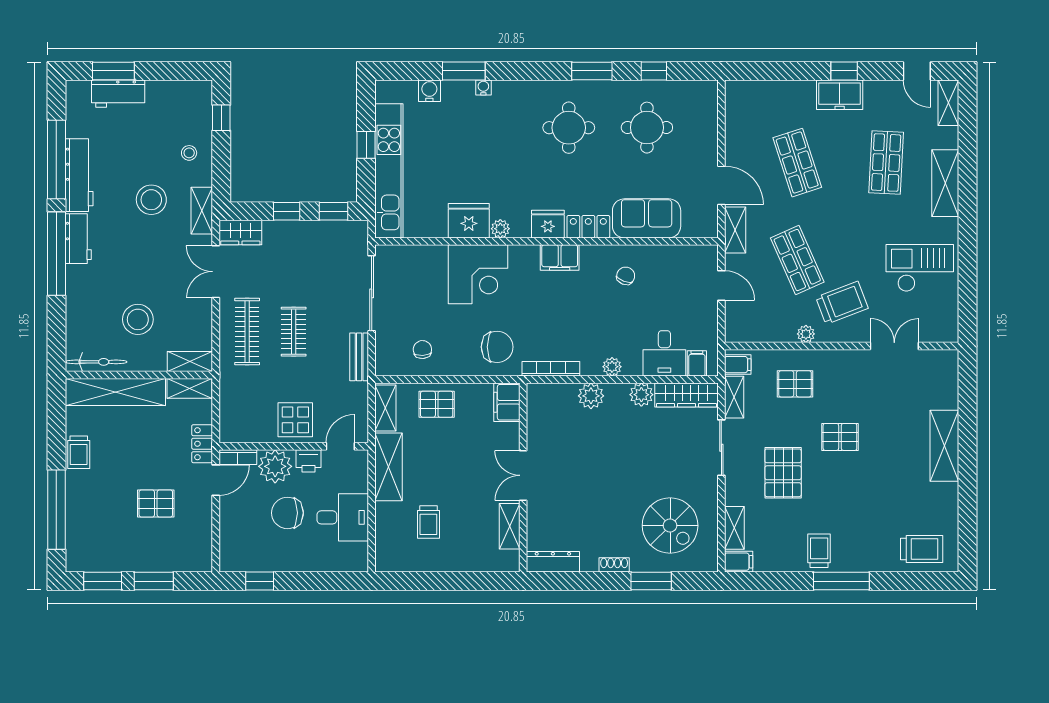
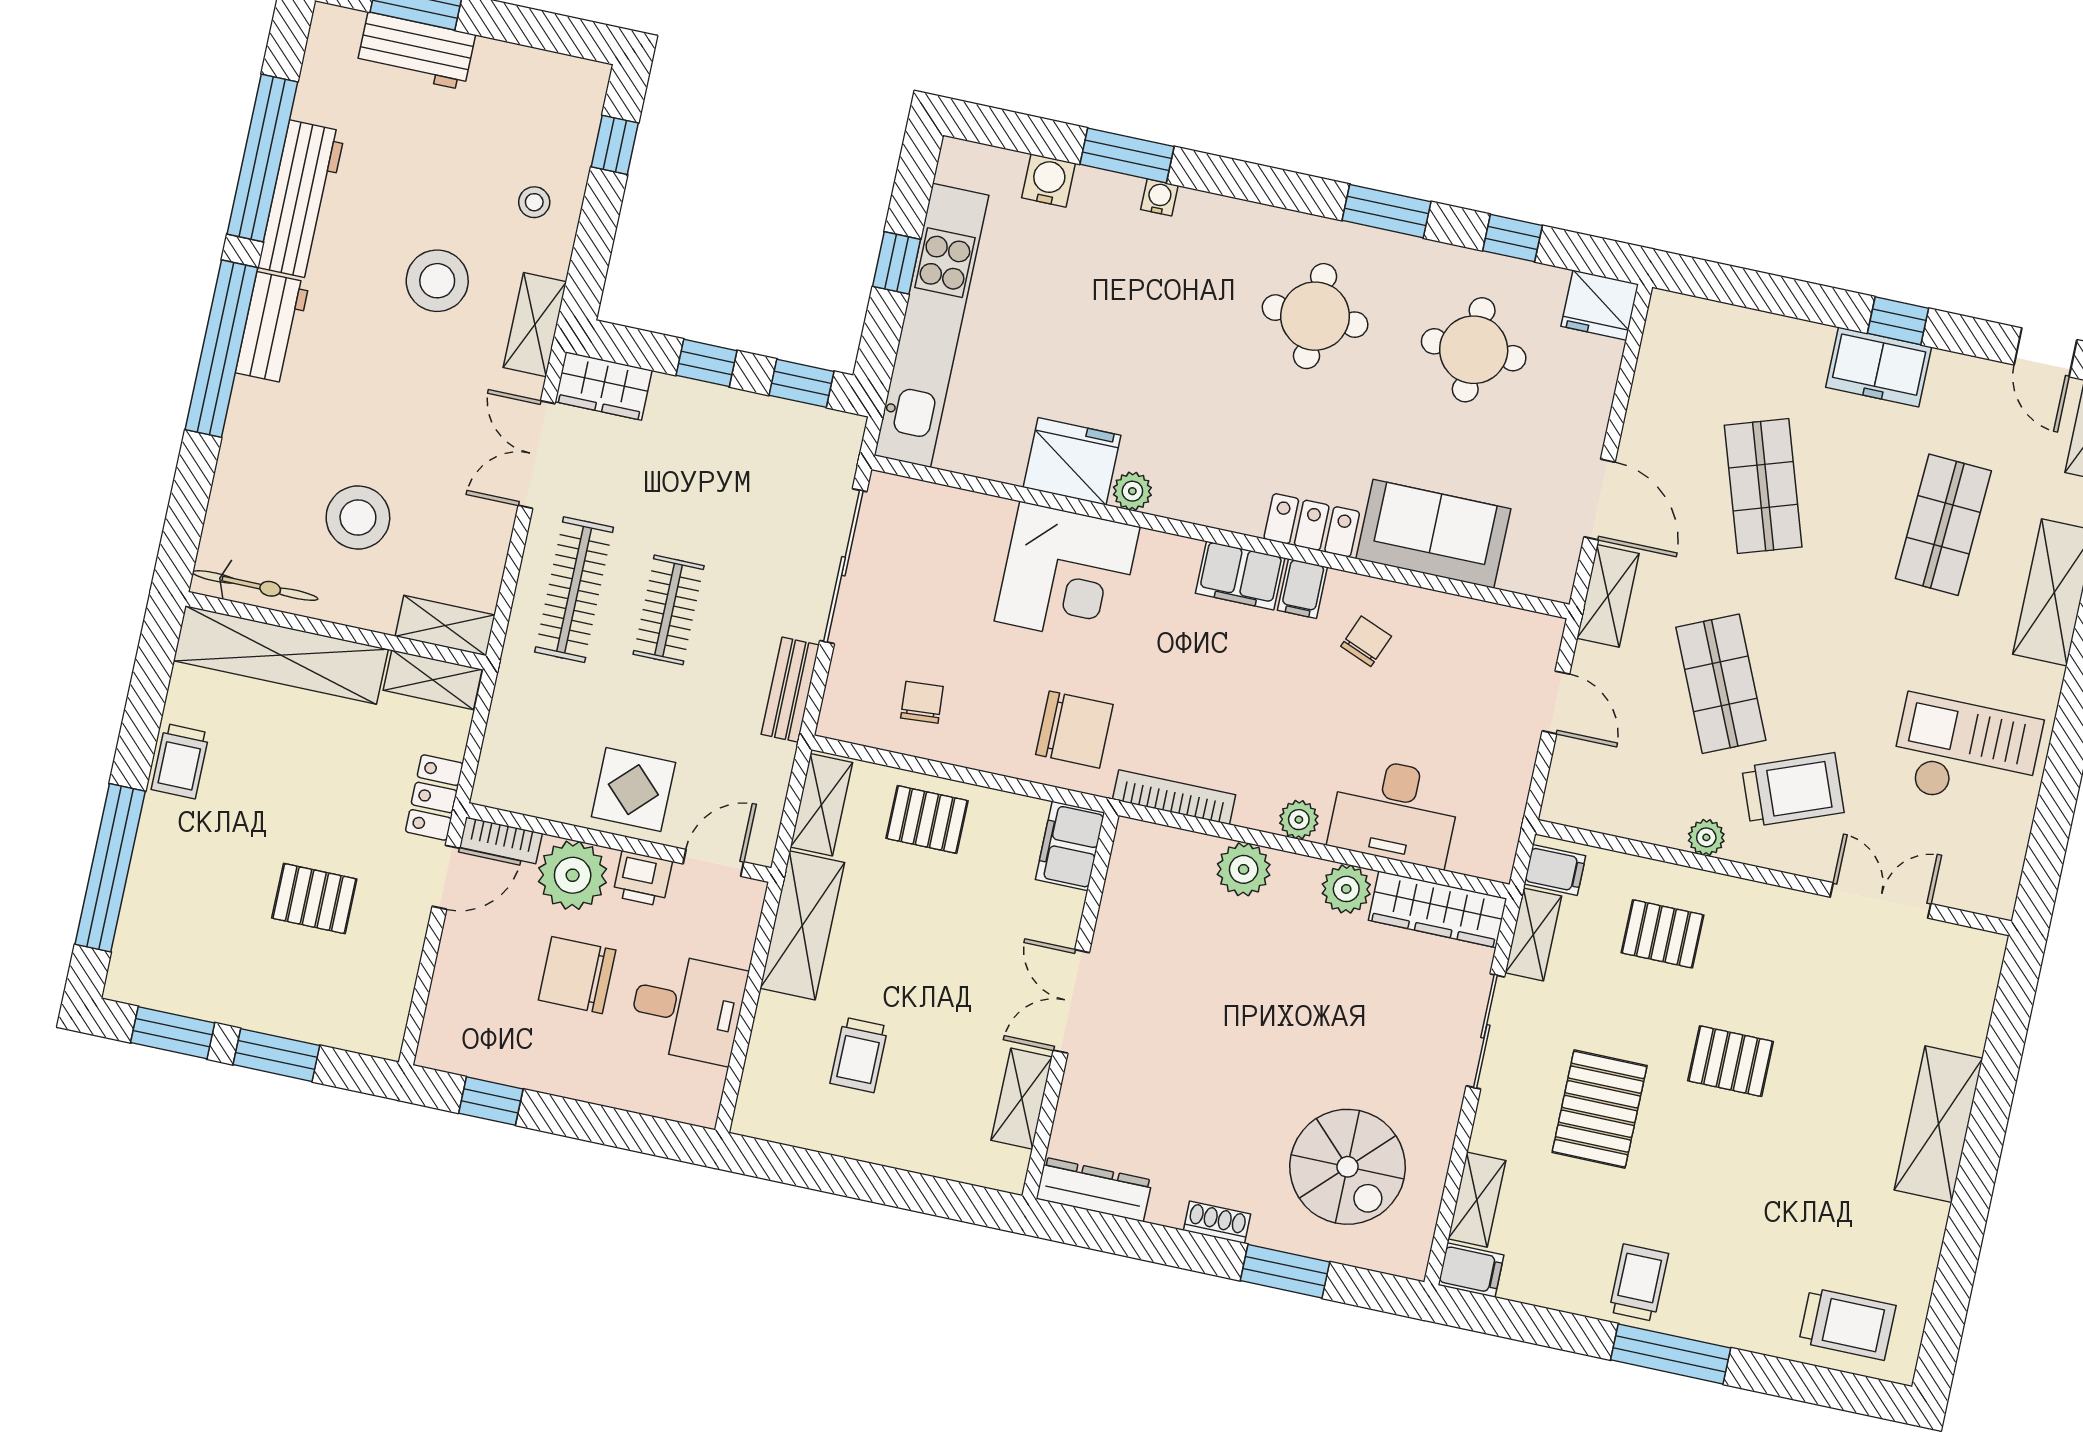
fridge: (548, 224) -> (1600, 305), moved, turned 180
desk: (664, 353) -> (1395, 812), width x1.37
filing cabinet: (697, 363) -> (1302, 589), moved, turned 180

